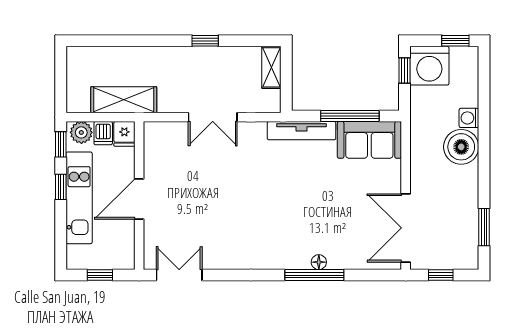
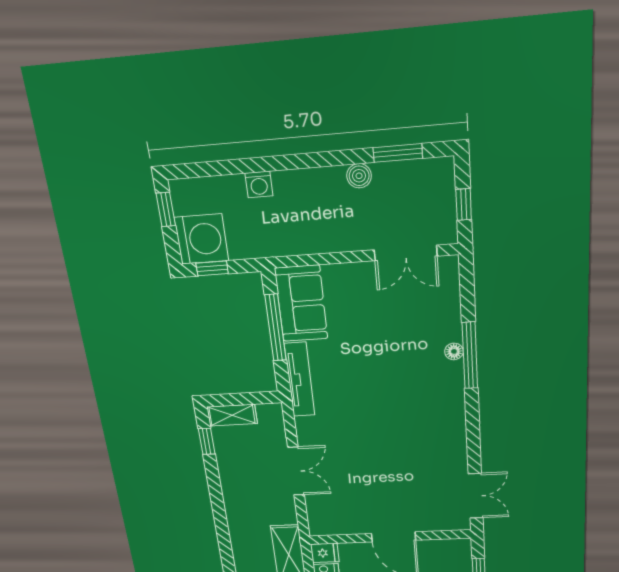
window: (205, 41) -> (207, 441), moved
boiler: (461, 147) -> (359, 176), moved, width x0.54, depth x0.54
double door: (406, 228) -> (406, 253), width x0.73
double door: (179, 275) -> (476, 496), swing flipped

